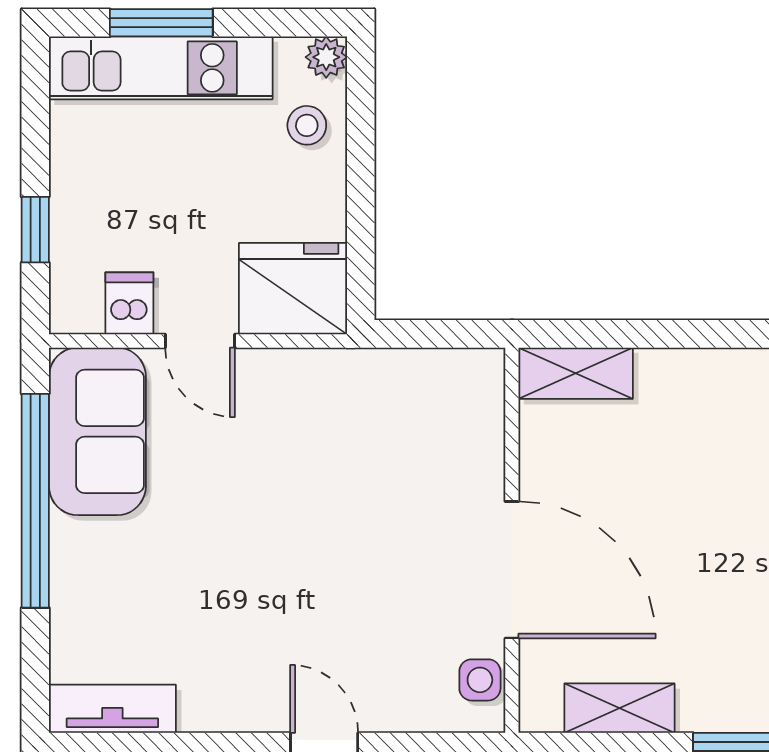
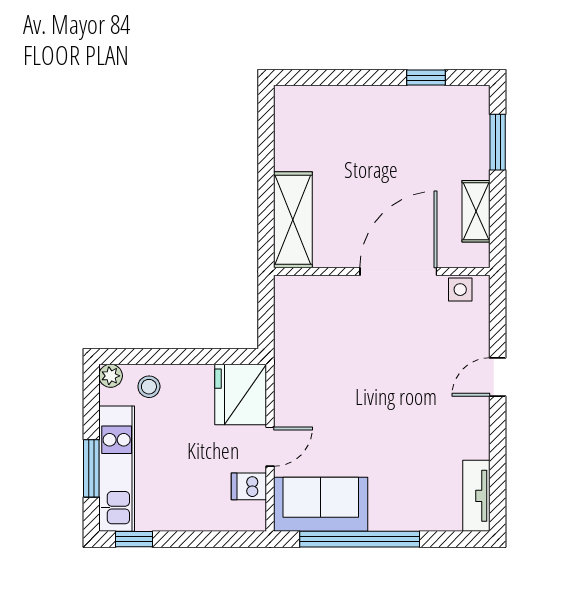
window: (35, 230) -> (134, 539), moved
shelving: (576, 373) -> (293, 220), width x1.50, depth x1.33

